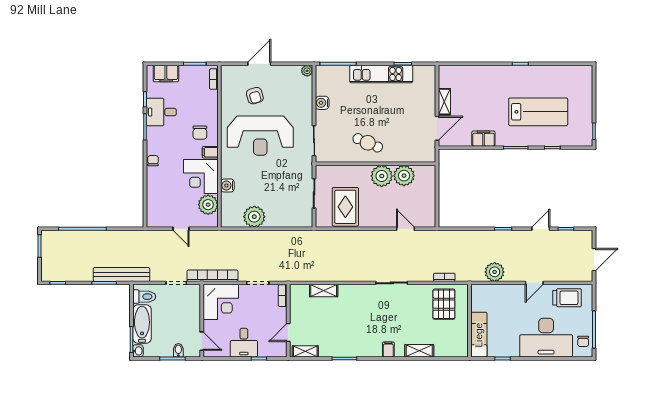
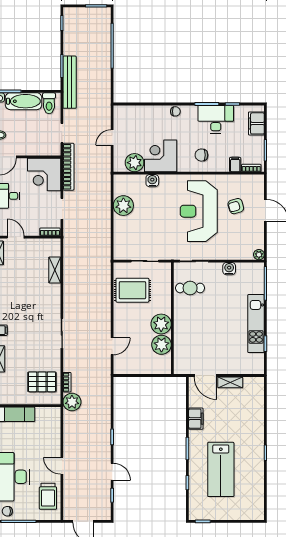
desk: (161, 112) -> (216, 119), width x1.37
cafe table: (368, 143) -> (190, 288), moved, turned 67
filing cabinet: (210, 152) -> (235, 165), moved
plant: (495, 272) -> (72, 402), moved

